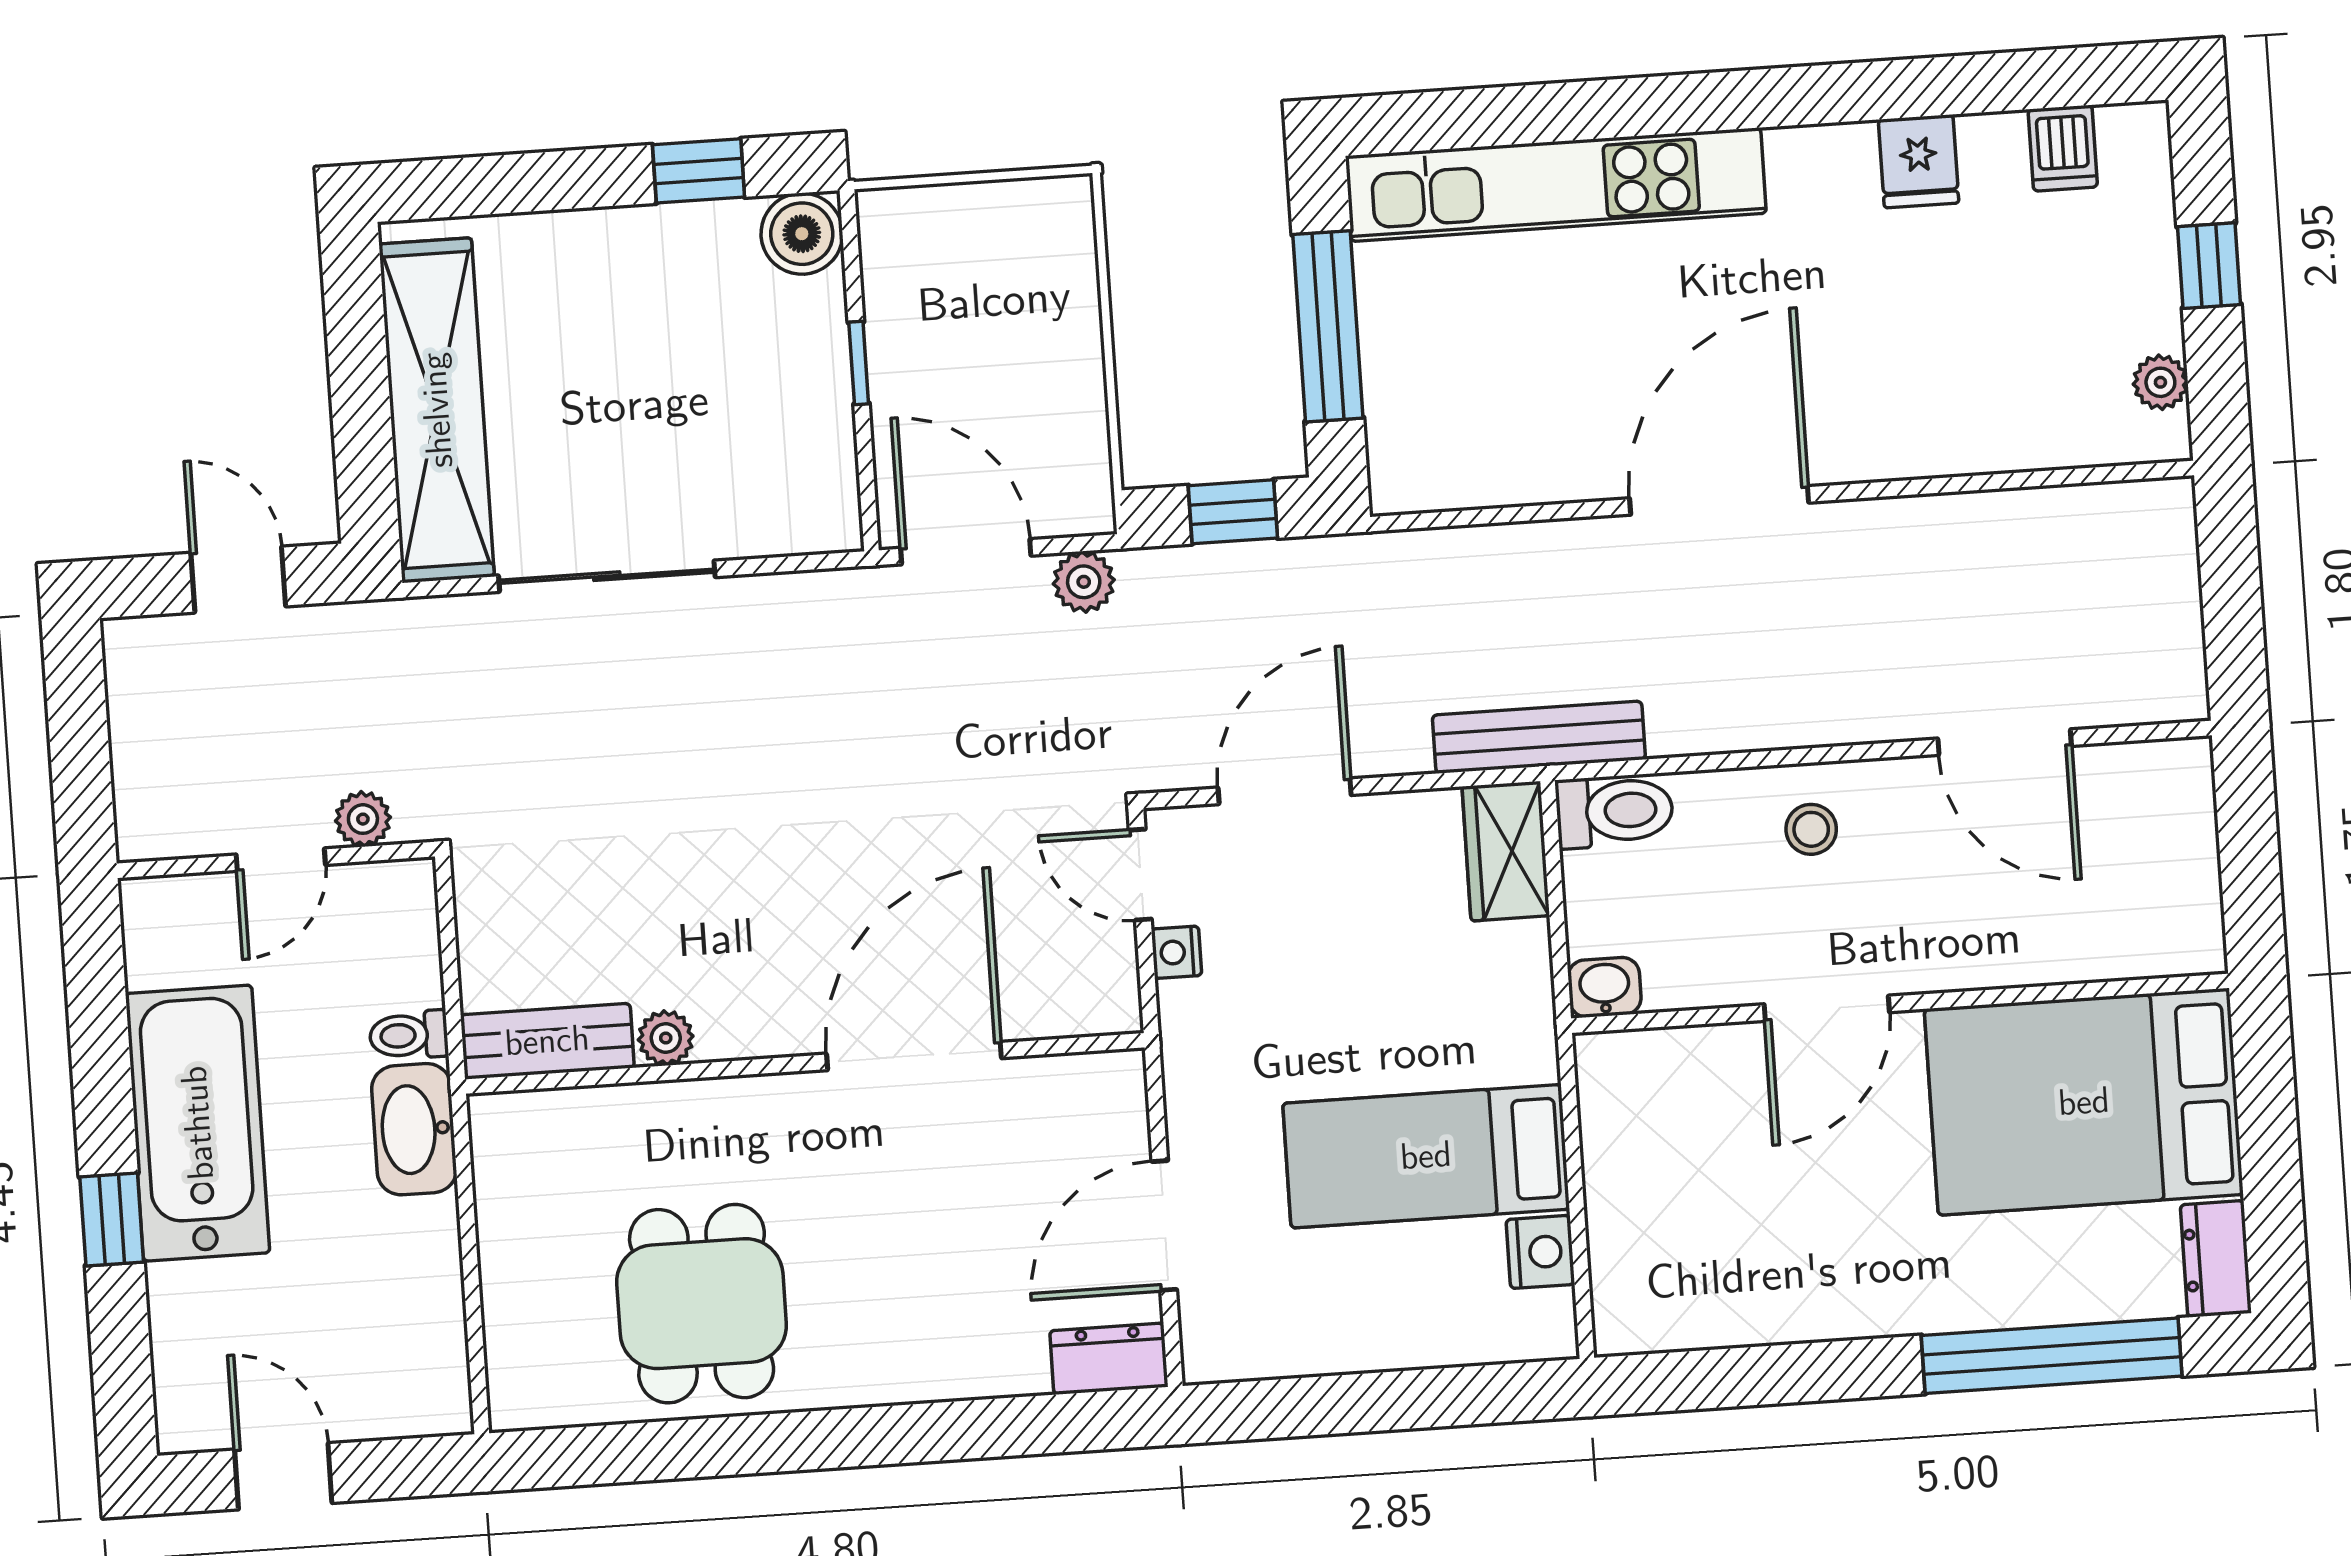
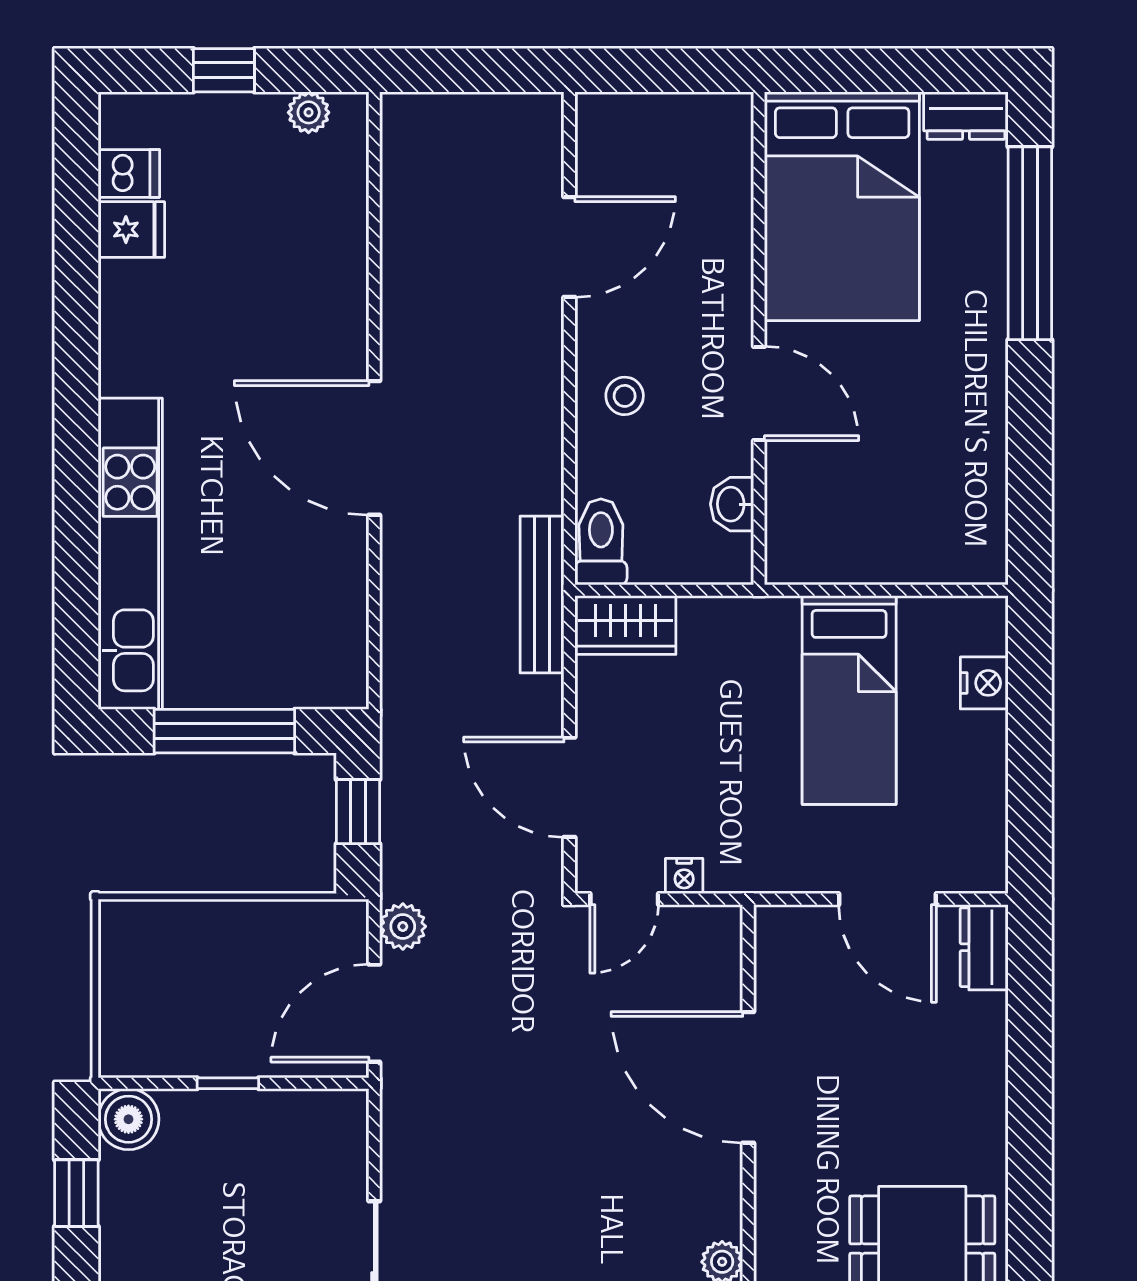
fridge: (1919, 161) -> (131, 230), moved
washbasin: (1605, 987) -> (732, 504), moved
nightstand: (1540, 1252) -> (984, 683), moved, turned 90

